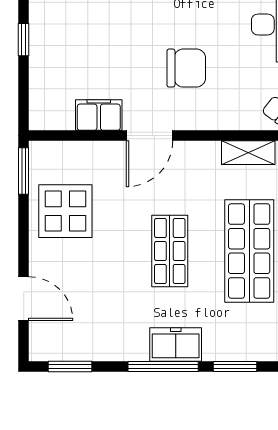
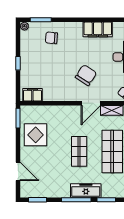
chair: (186, 68) -> (86, 75), turned -57
filing cabinet: (99, 115) -> (32, 95), moved
door: (150, 136) -> (91, 103), moved
freezer: (176, 344) -> (86, 191), width x1.40

